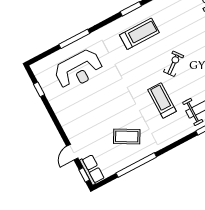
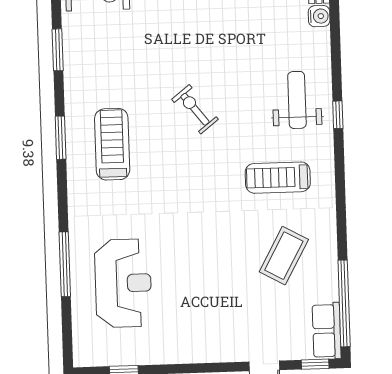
treadmill: (162, 100) -> (278, 178), moved
window: (136, 165) -> (344, 303), moved
row of seats: (92, 170) -> (327, 331), moved, turned -90

